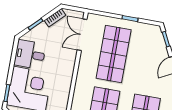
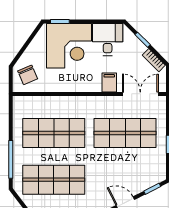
filing cabinet: (67, 60) -> (109, 83), added

